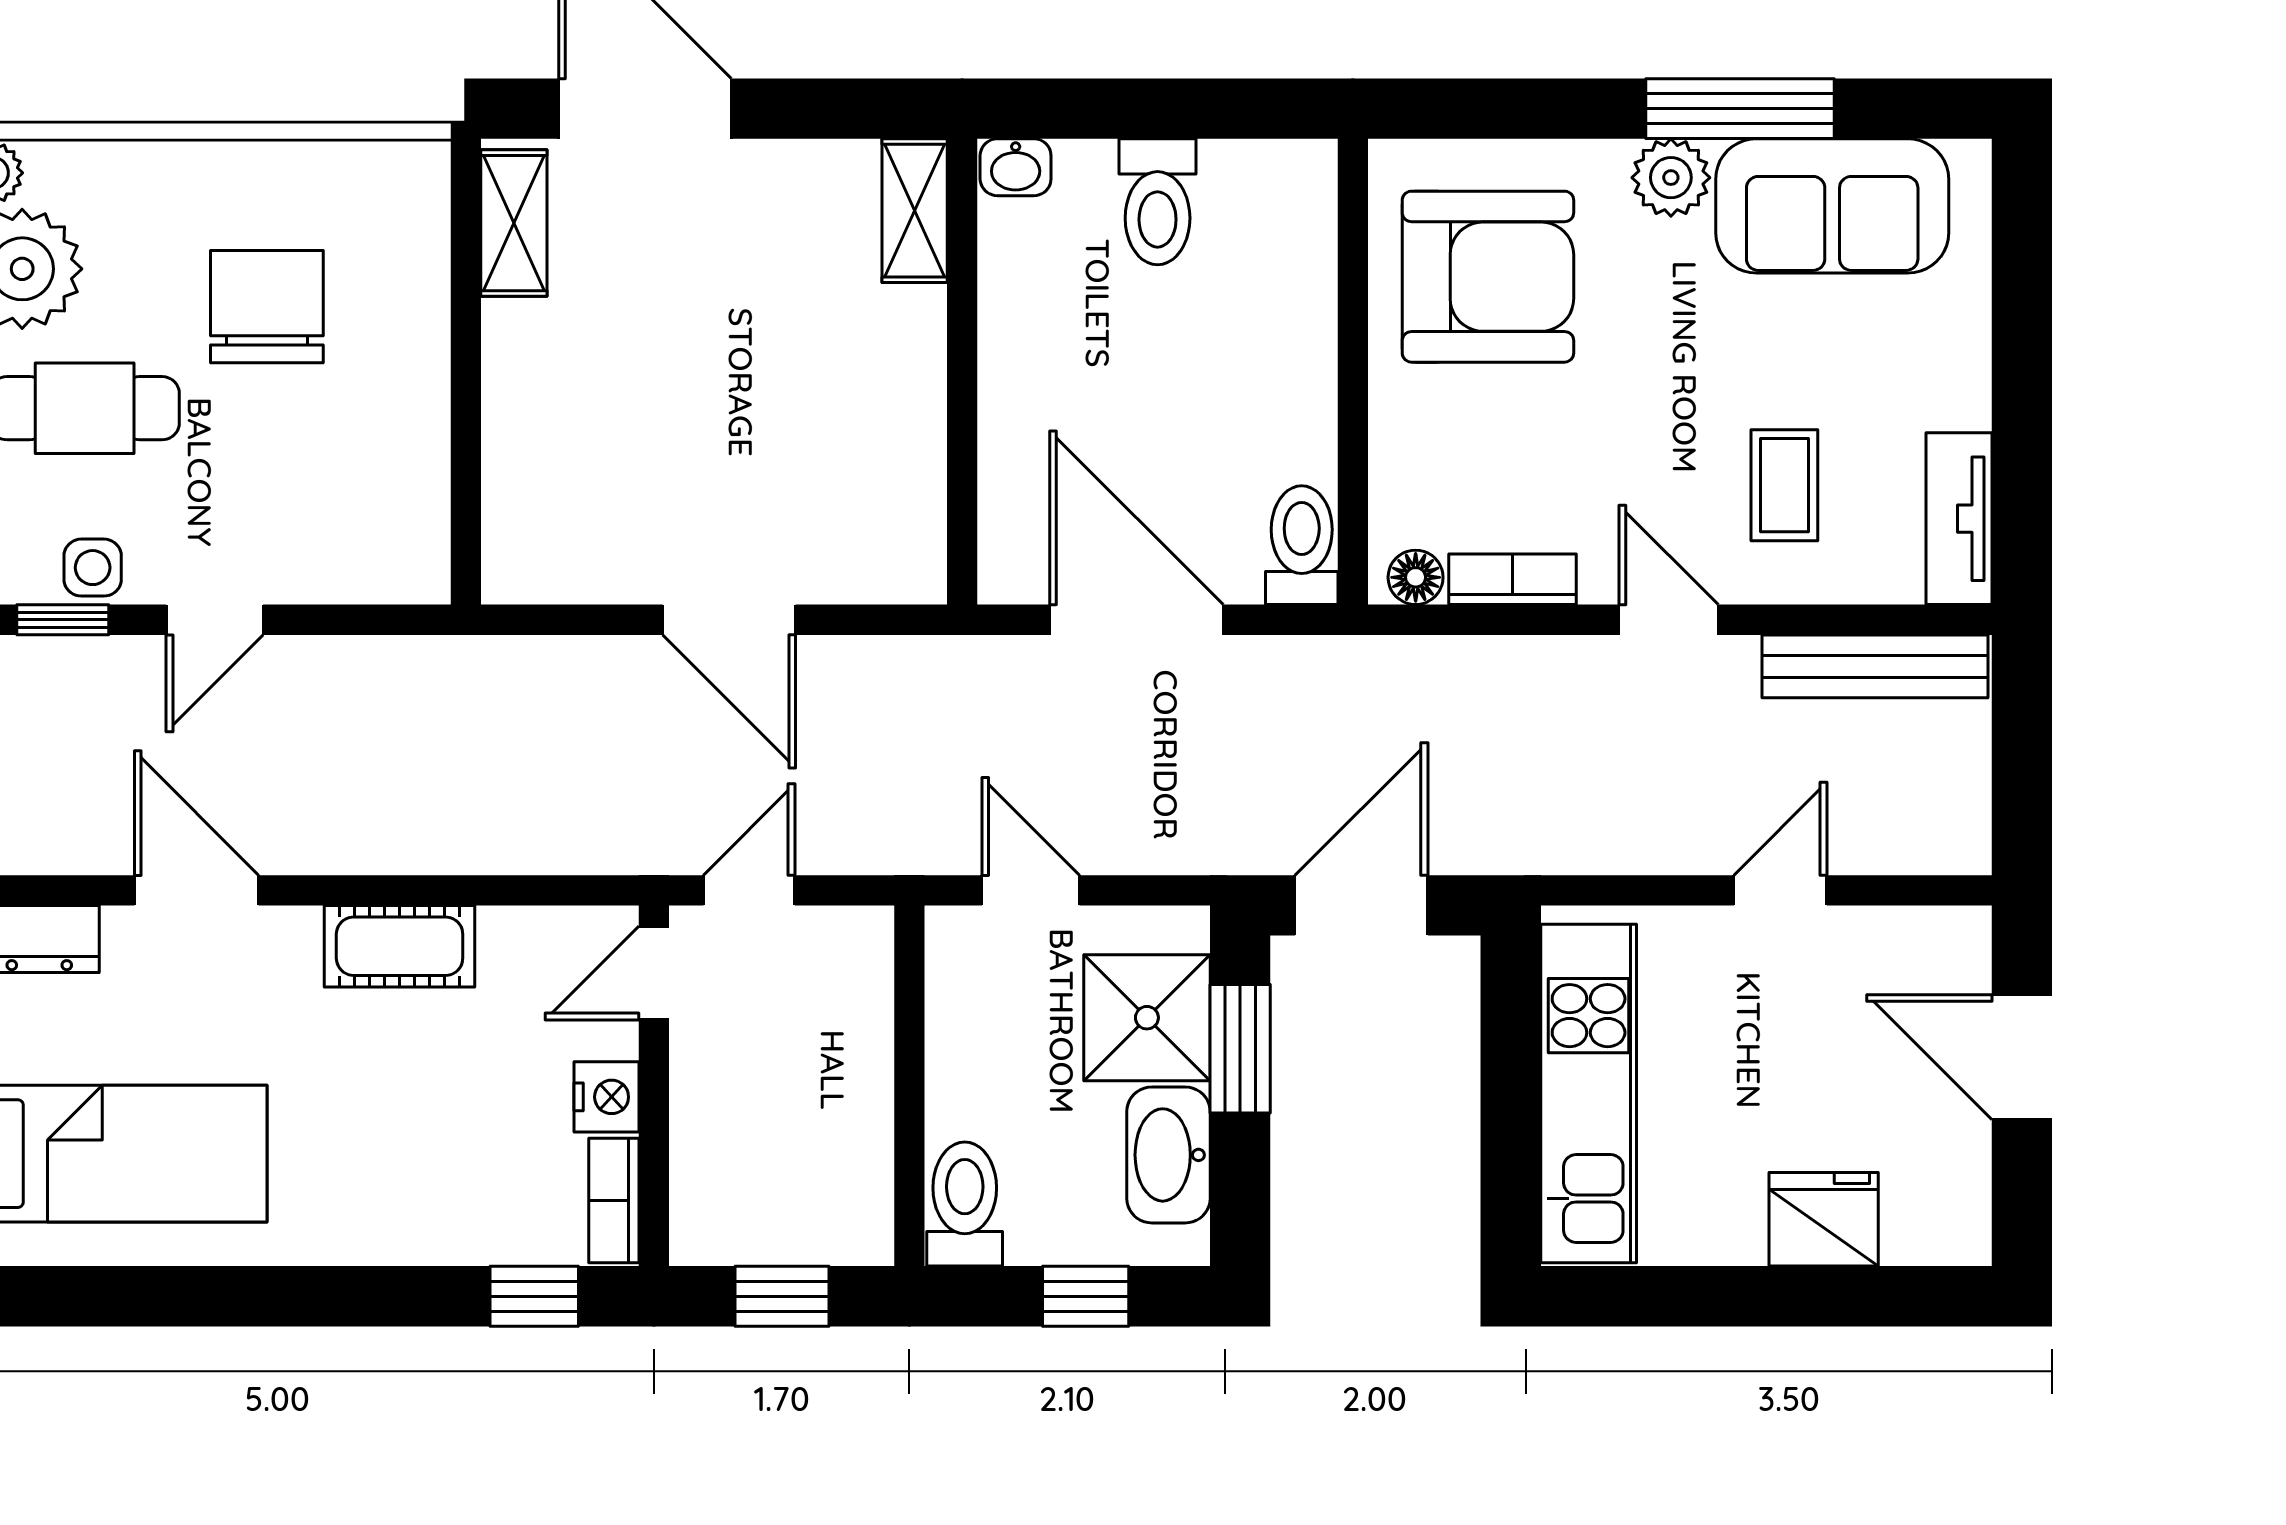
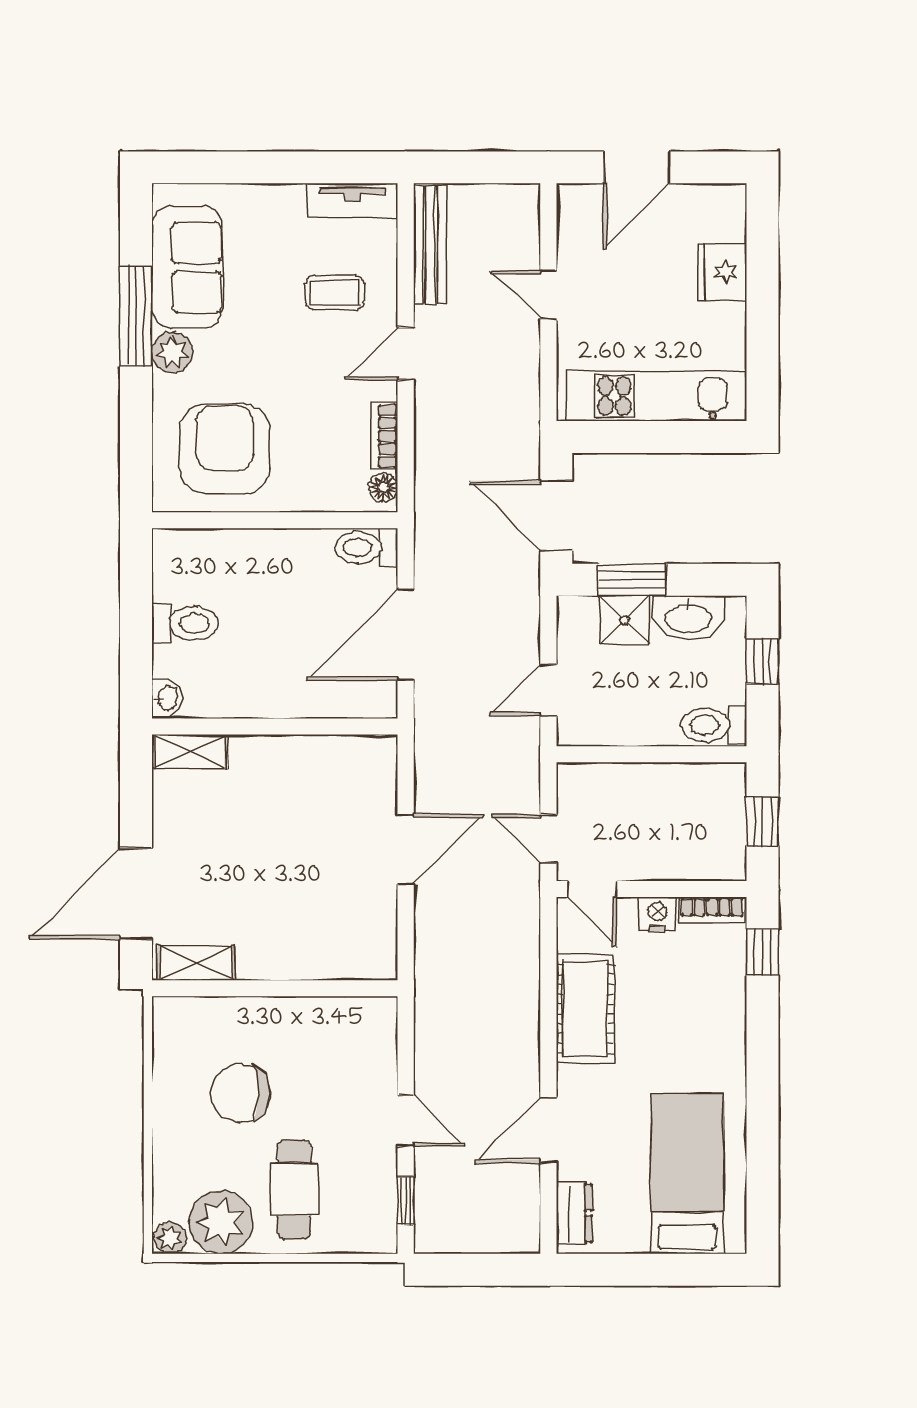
side table: (93, 568) -> (378, 1185), removed
cot: (400, 946) -> (585, 1009), width x1.37, depth x1.34
shower: (1147, 1018) -> (624, 620), width x0.73, depth x0.73

